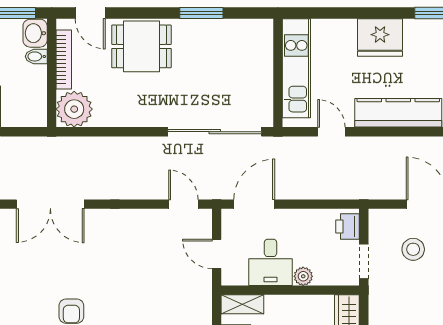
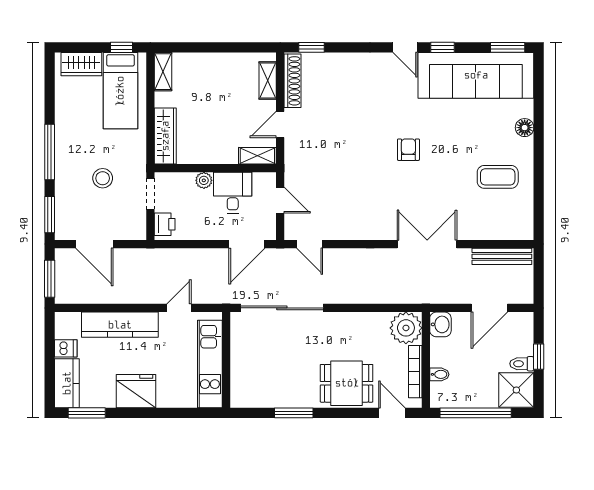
washbasin: (35, 33) -> (440, 324), moved
door: (331, 132) -> (179, 308), swing flipped
stool: (413, 249) -> (103, 178), moved

